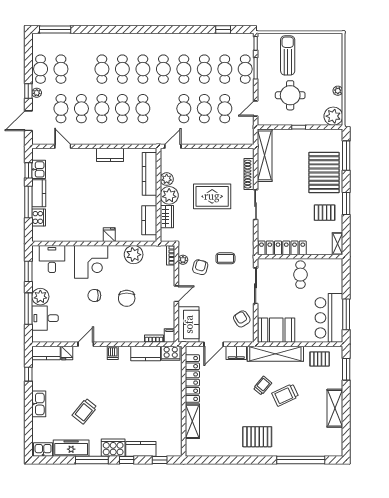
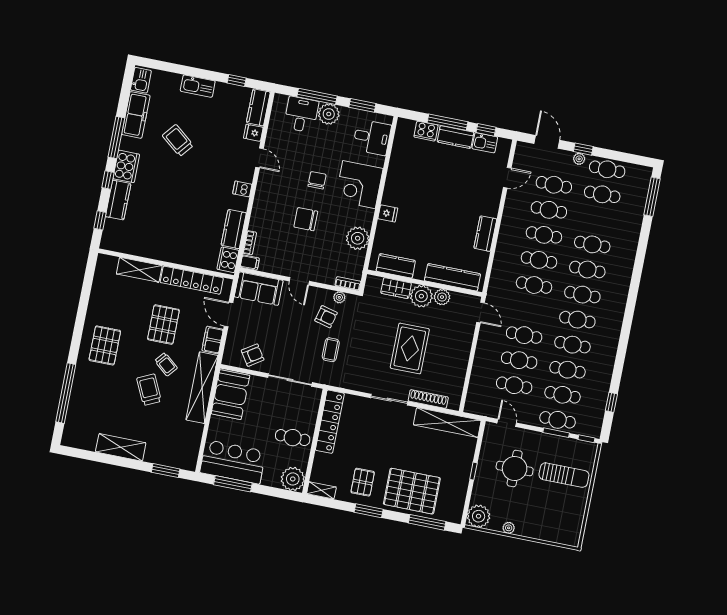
plant: (333, 268) -> (293, 479), added
pallet: (320, 359) -> (163, 325), moved, width x1.50, depth x1.42

